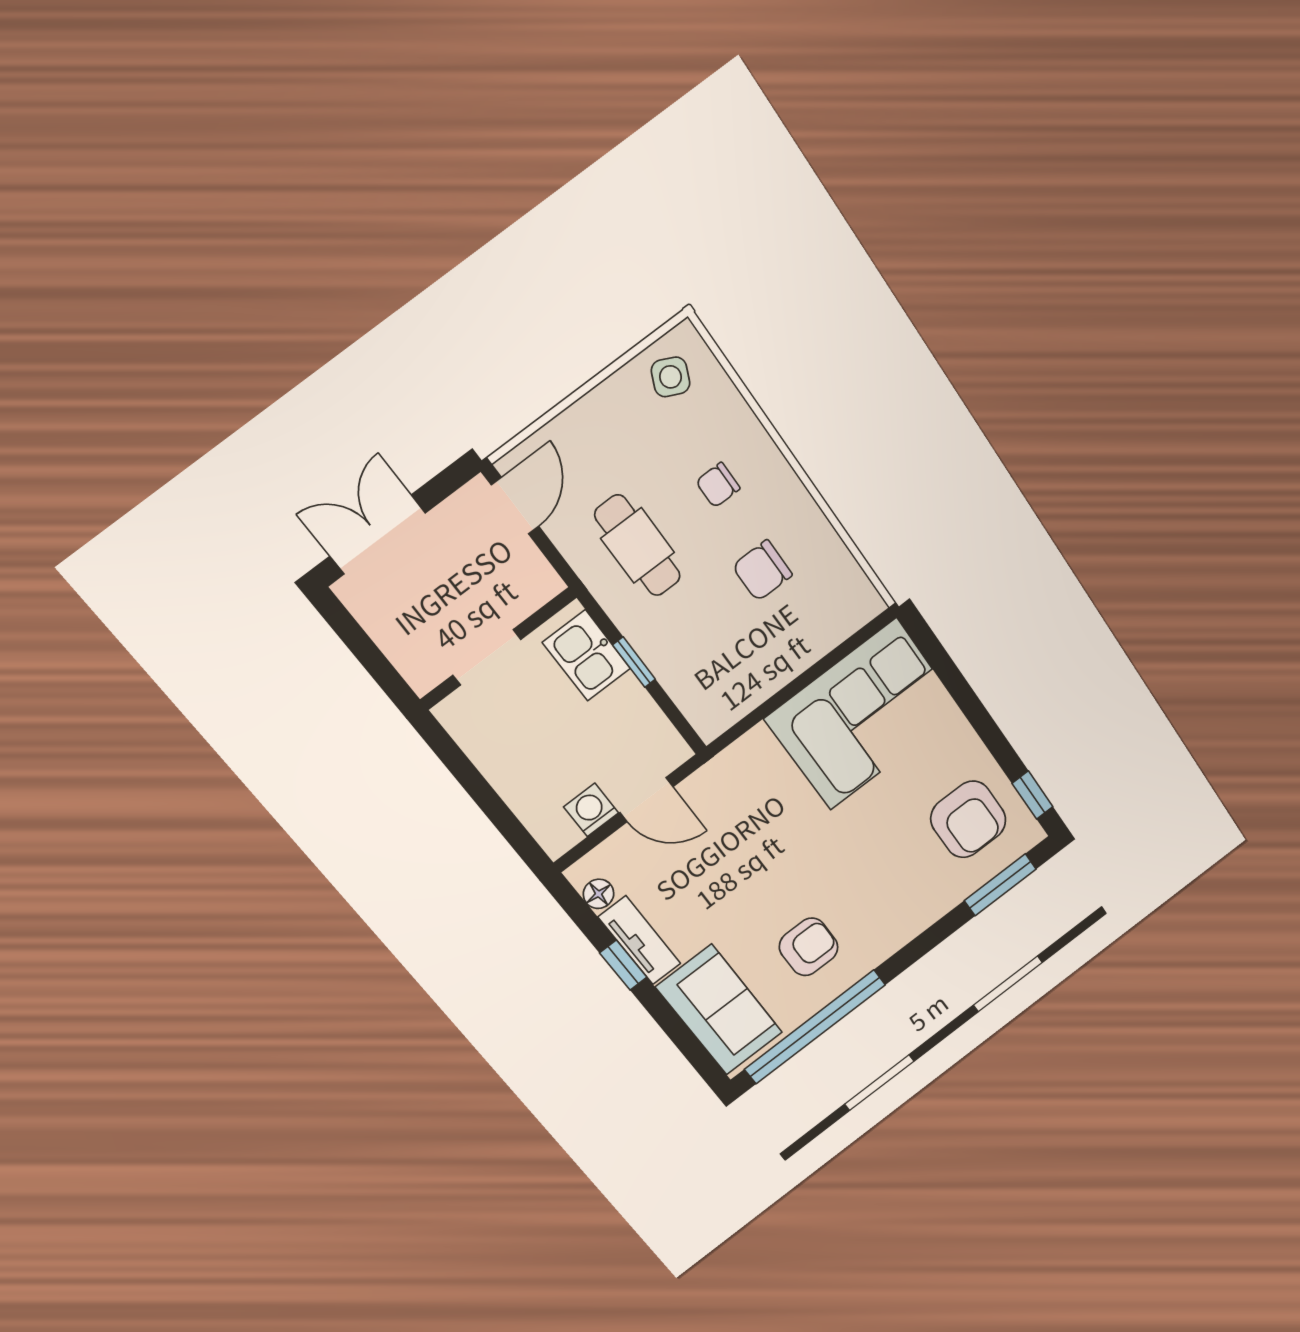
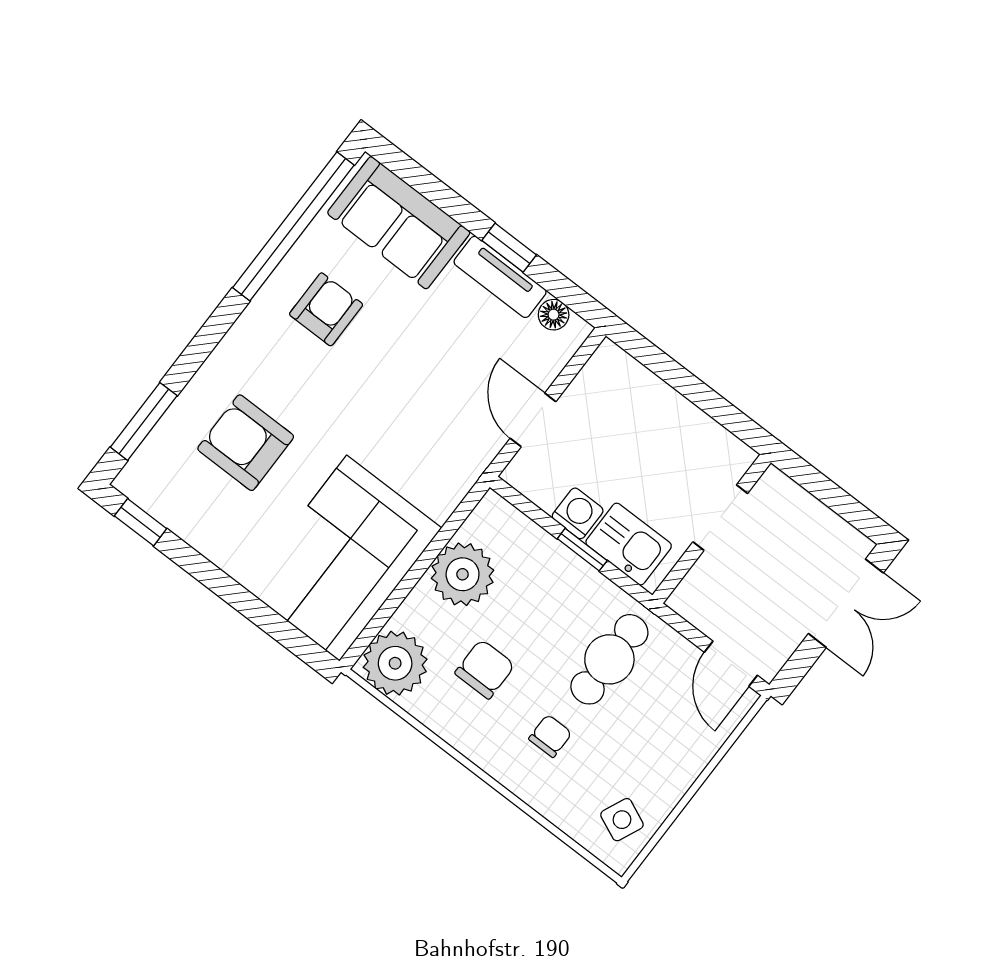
cafe table: (638, 545) -> (609, 659), turned 90
plant: (846, 601) -> (395, 663), added
plant: (757, 669) -> (463, 574), added
door: (646, 800) -> (533, 420), hinge flipped
washing machine: (591, 810) -> (578, 513), moved, turned -90
armchair: (968, 819) -> (246, 443), moved
armchair: (809, 947) -> (326, 309), turned 180

